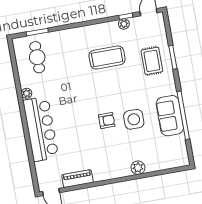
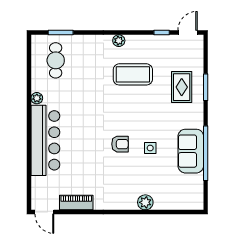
plant: (124, 24) -> (119, 41), moved
side table: (134, 119) -> (150, 148), width x0.54, depth x0.54

